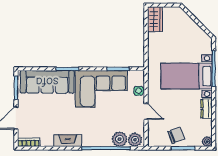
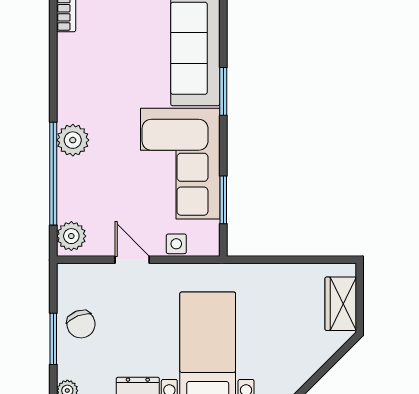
wardrobe: (155, 19) -> (341, 304), moved, turned 90
door: (146, 111) -> (132, 260), swing flipped
plant: (120, 139) -> (73, 140), moved
fireplace: (68, 141) -> (69, 92), removed

